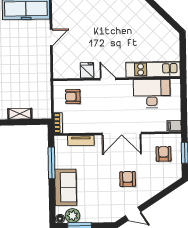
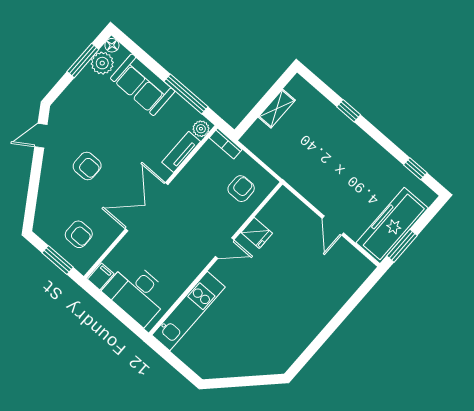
desk: (152, 94) -> (137, 293), moved, turned 90
plant: (62, 141) -> (201, 129), added

